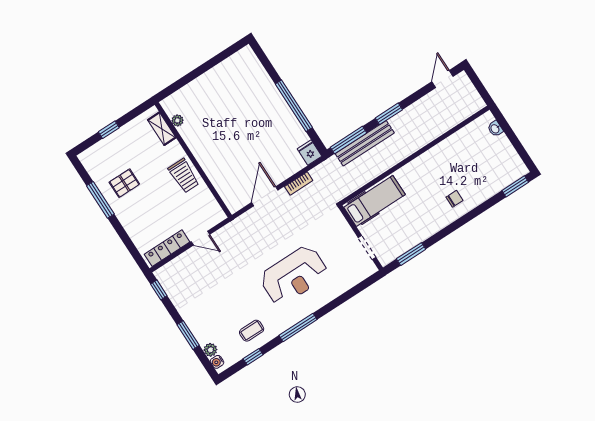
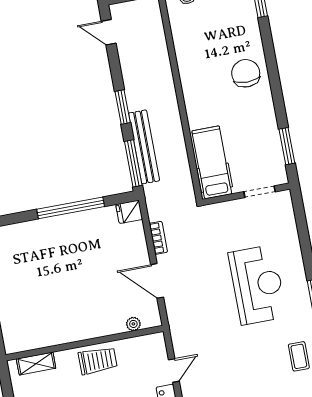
plant: (177, 120) -> (133, 324), moved
chair: (454, 199) -> (246, 73), width x1.87, depth x1.87

